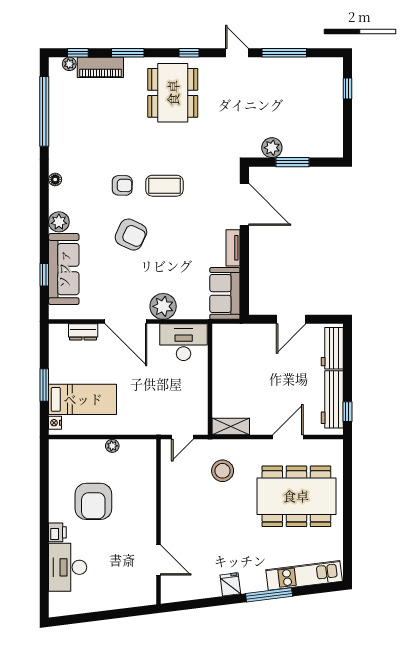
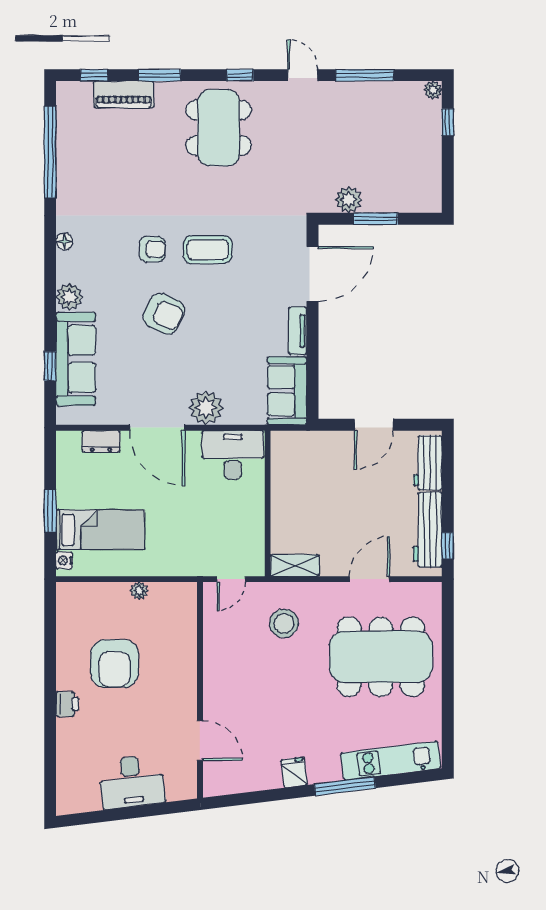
plant: (69, 64) -> (433, 90), moved
door: (244, 204) -> (313, 274), hinge flipped
desk: (68, 567) -> (132, 782), moved, turned -97

